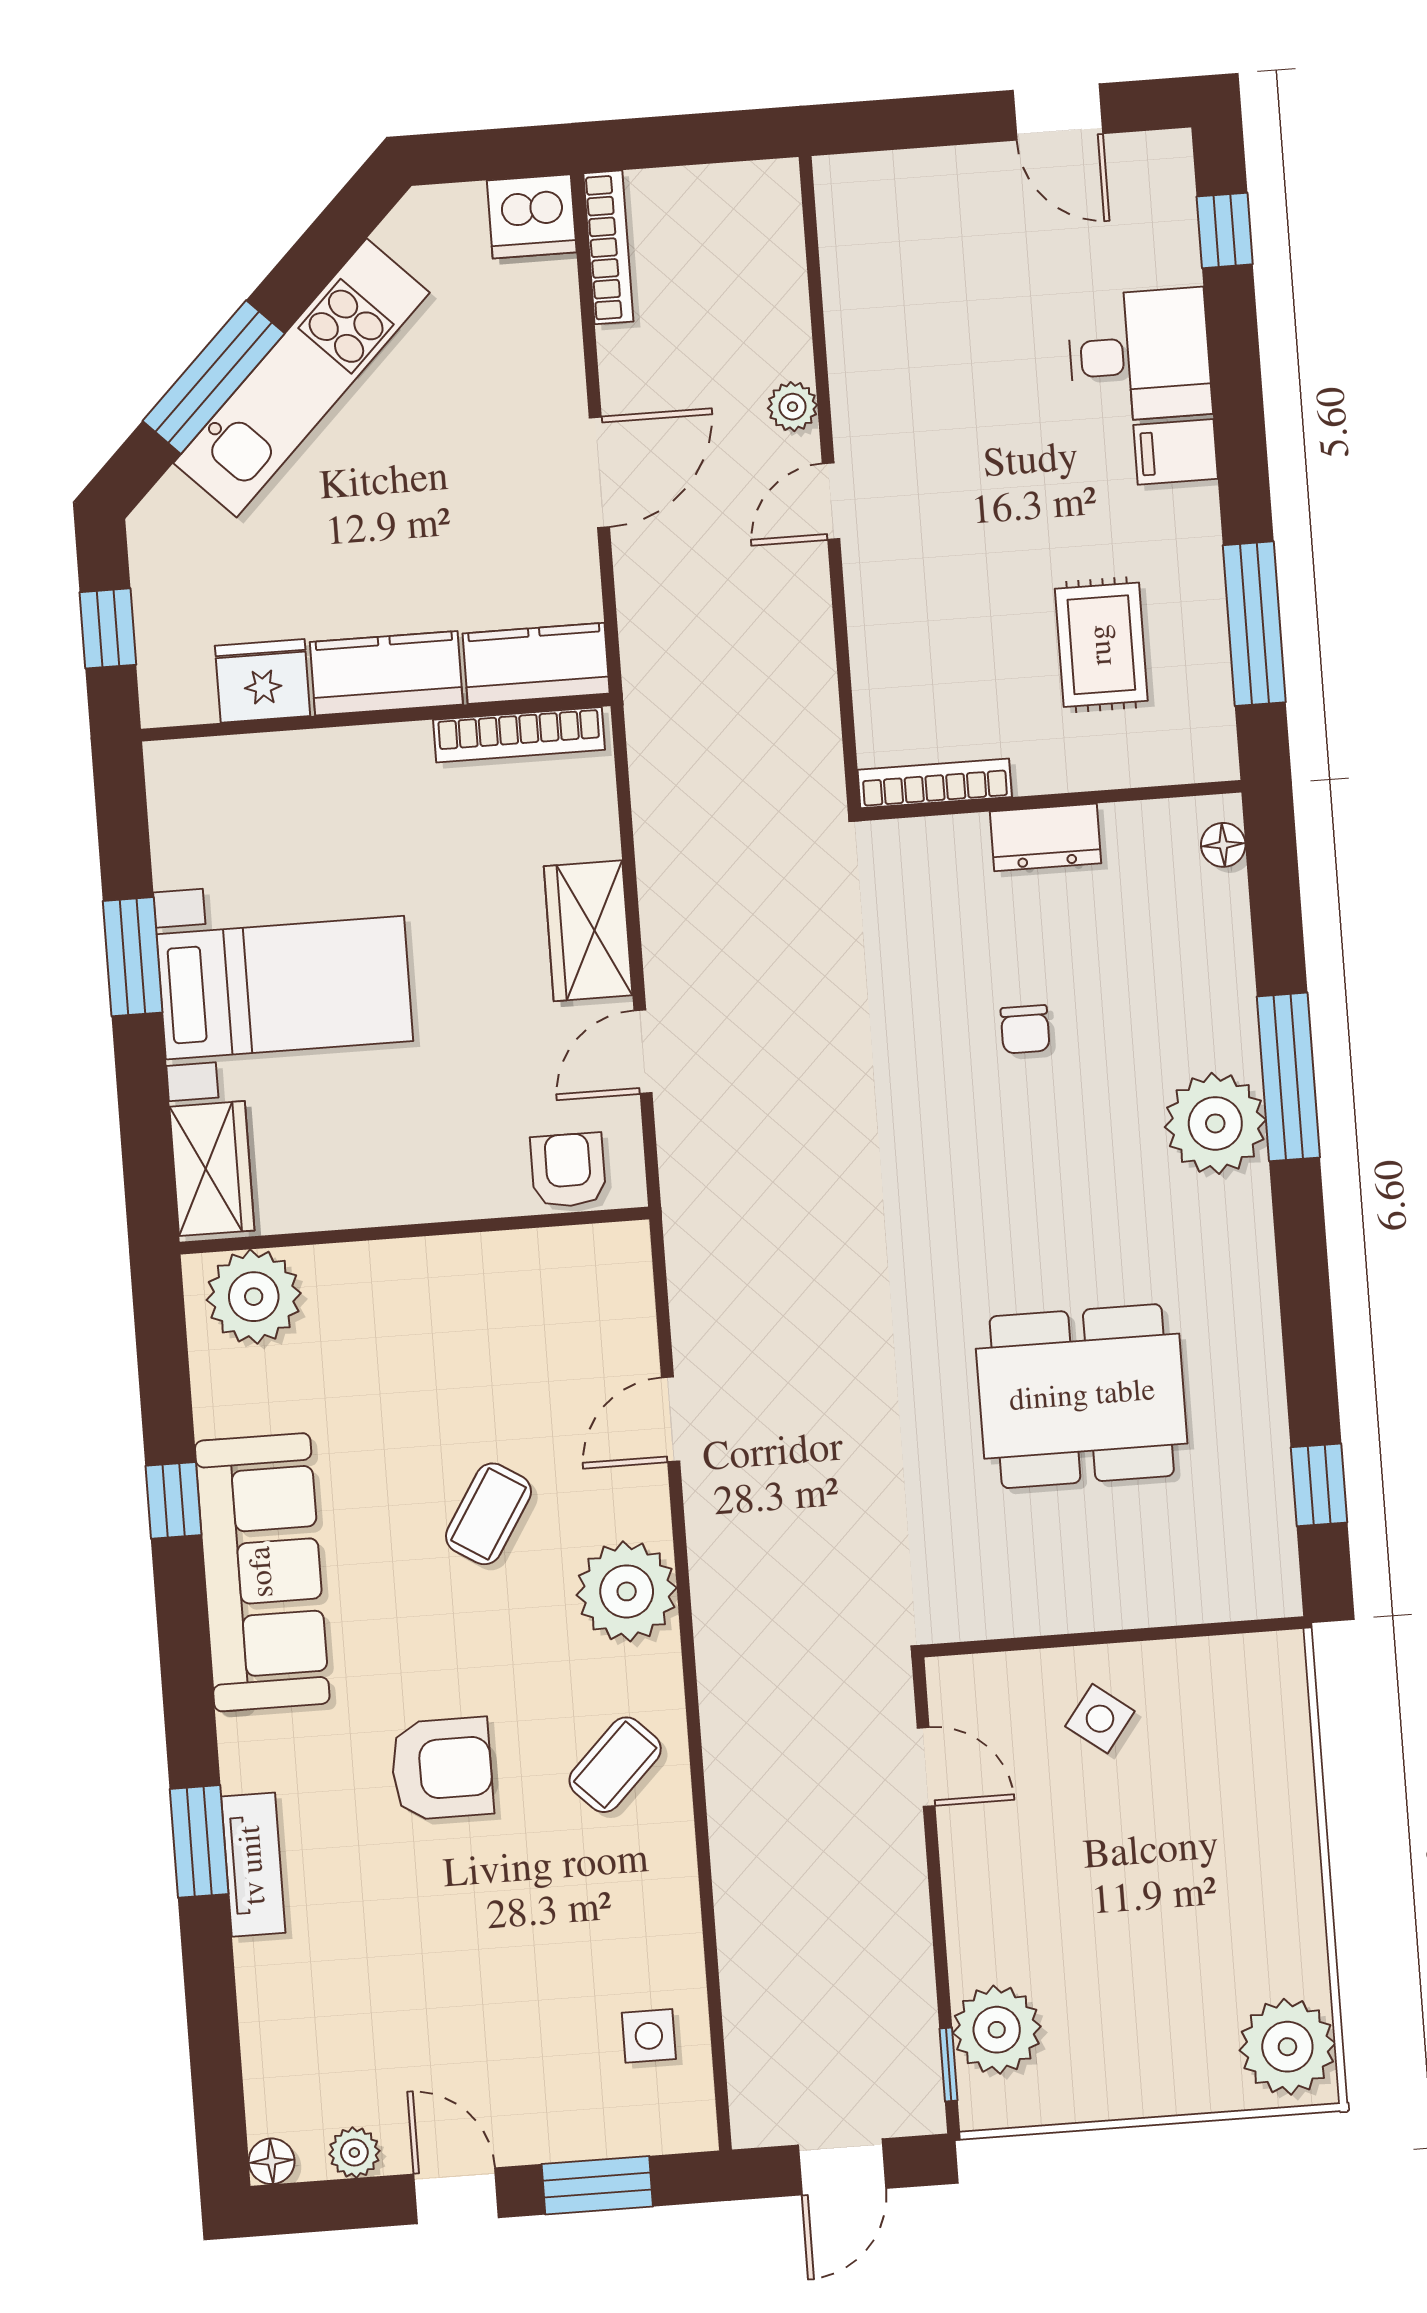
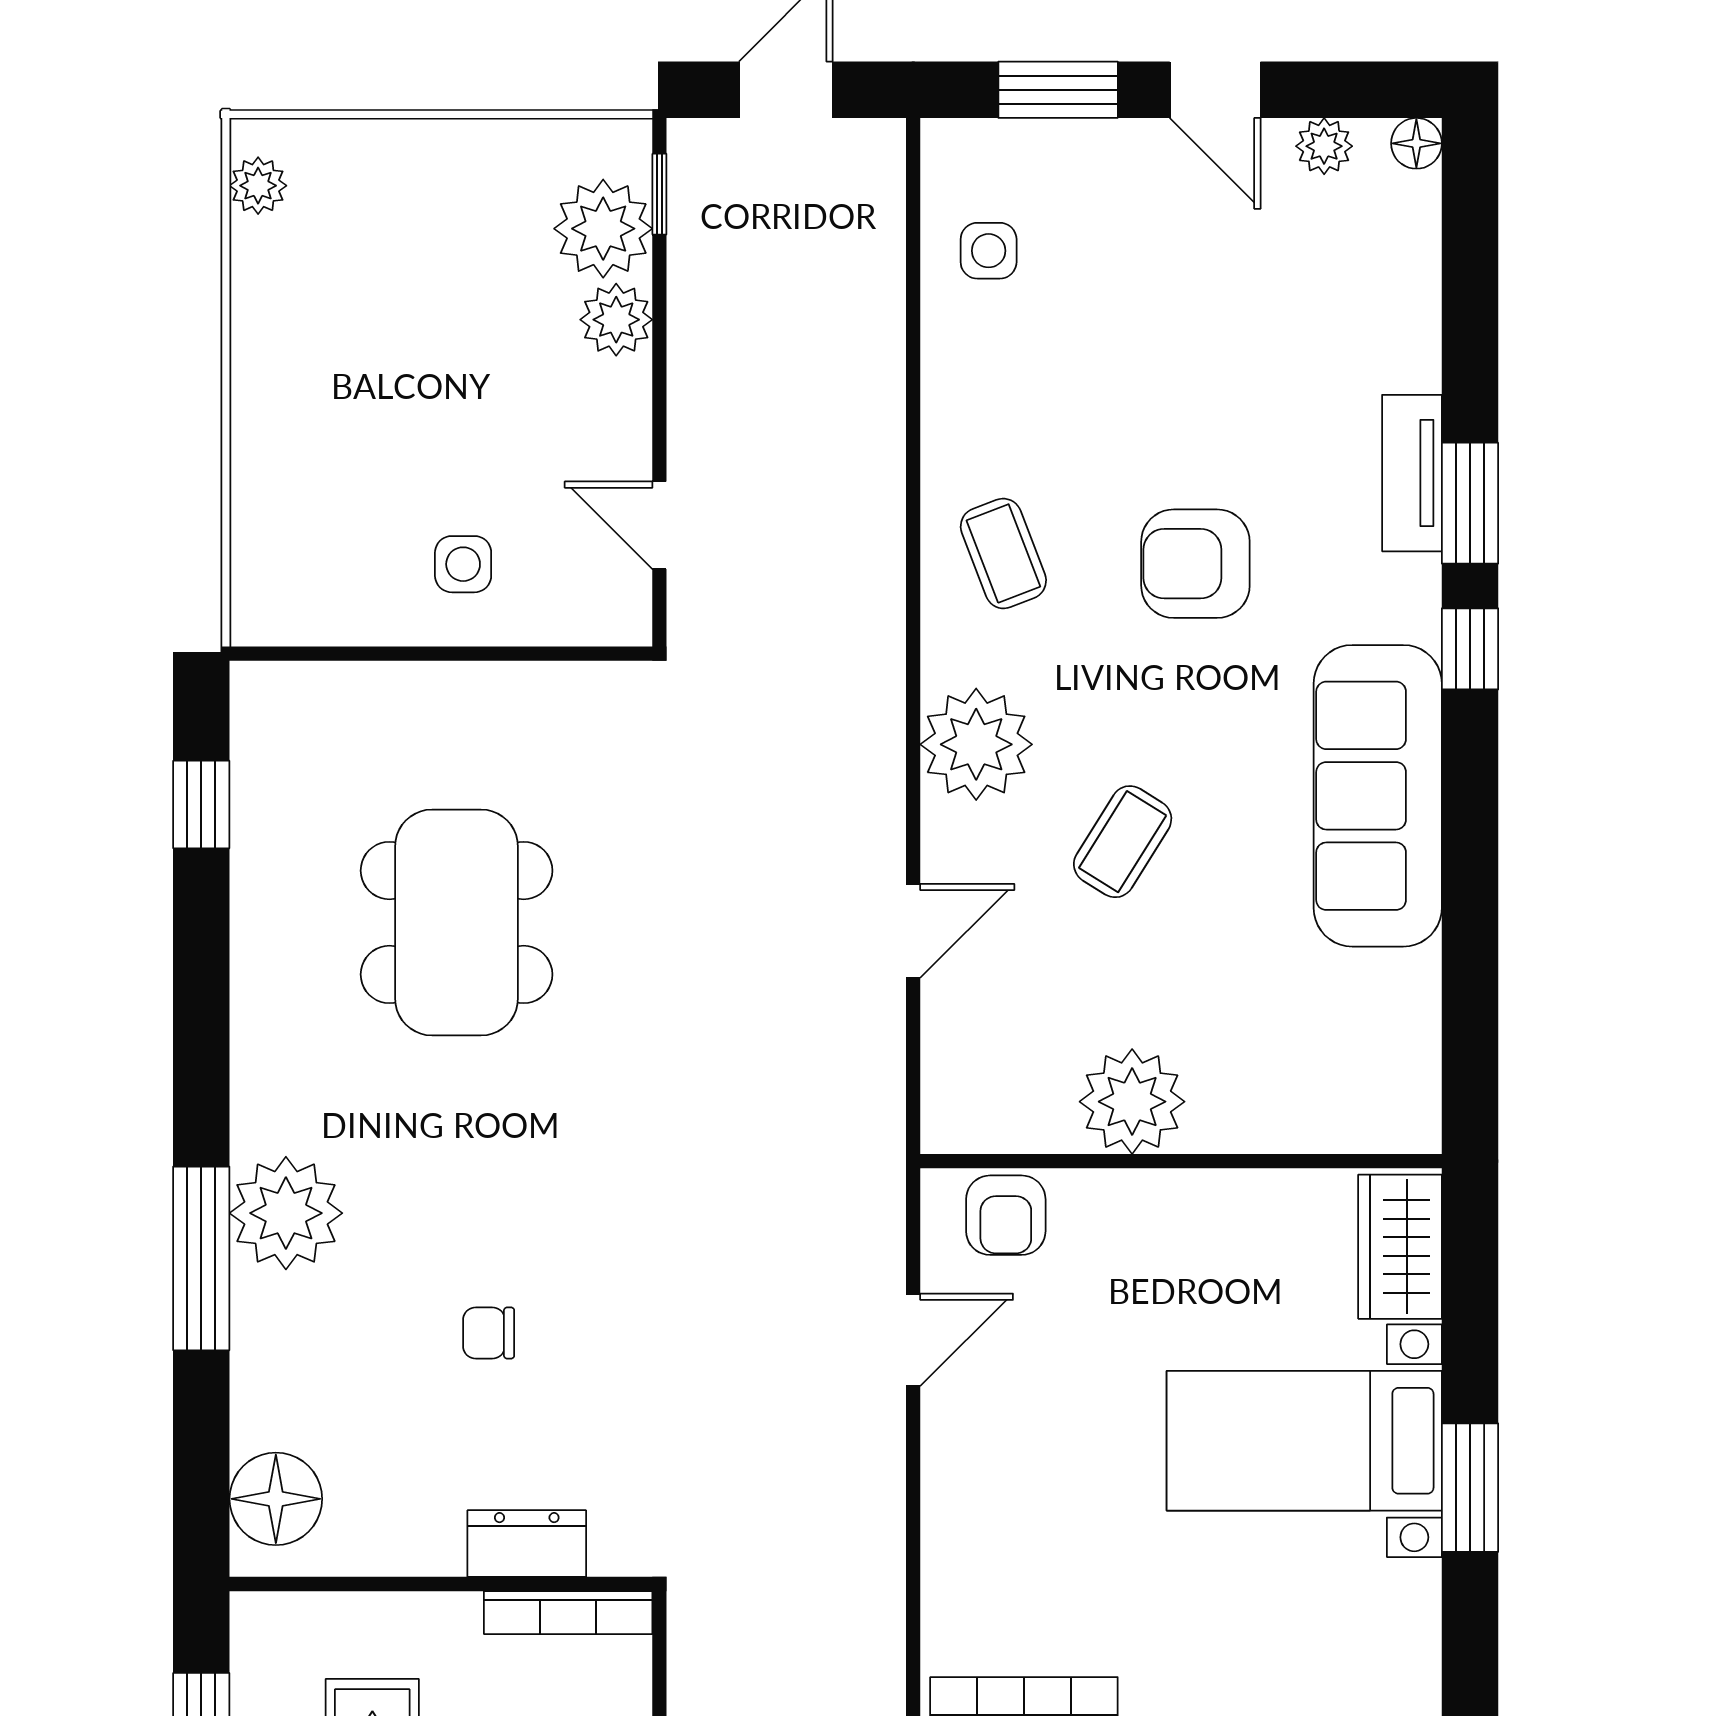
dresser: (1045, 837) -> (527, 1544), moved
floor lamp: (1223, 845) -> (276, 1499), width x1.89, depth x1.89
wardrobe: (588, 931) -> (964, 1478), removed
chair: (1025, 1029) -> (489, 1333), turned -90
plant: (254, 1297) -> (1132, 1102), moved
dining table: (1082, 1396) -> (457, 922), turned 90
window: (173, 1500) -> (1470, 649), moved
side table: (1100, 1719) -> (463, 564), turned -37
coffee table: (615, 1765) -> (1003, 554), turned -66
plant: (979, 1949) -> (616, 320), added
plant: (1287, 2047) -> (258, 186), width x0.53, depth x0.53

